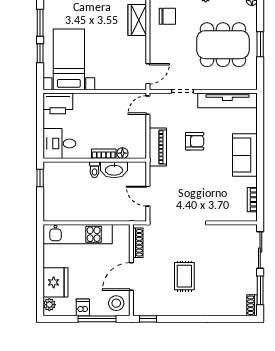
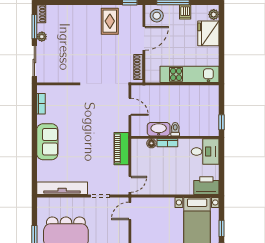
armchair: (195, 141) -> (90, 153), removed
rug: (184, 276) -> (110, 21), moved
plant: (251, 279) -> (42, 37), added

